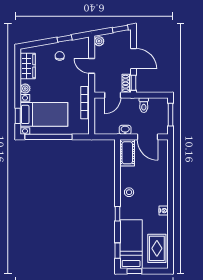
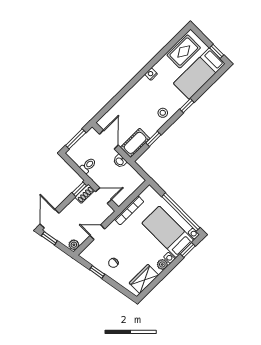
door: (134, 59) -> (50, 219), moved
door: (92, 66) -> (97, 232), swing flipped
window: (118, 251) -> (153, 139), moved

